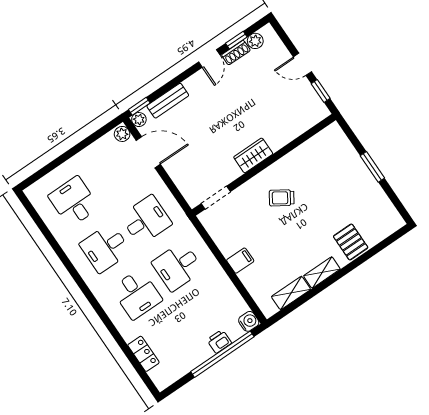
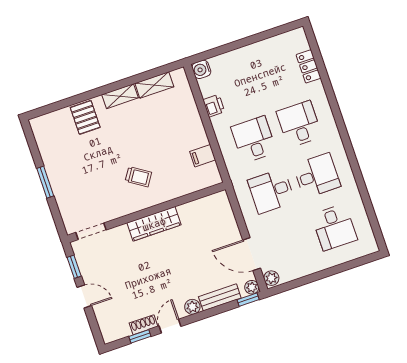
plant: (255, 41) -> (192, 307), moved
wardrobe: (253, 155) -> (154, 224), width x1.50
doorway: (216, 198) -> (91, 231), moved
filing cabinet: (240, 261) -> (203, 156), moved
desk: (178, 266) -> (254, 140), turned -90
printer: (219, 341) -> (214, 106), moved, turned -90
window: (222, 354) -> (235, 46), removed

